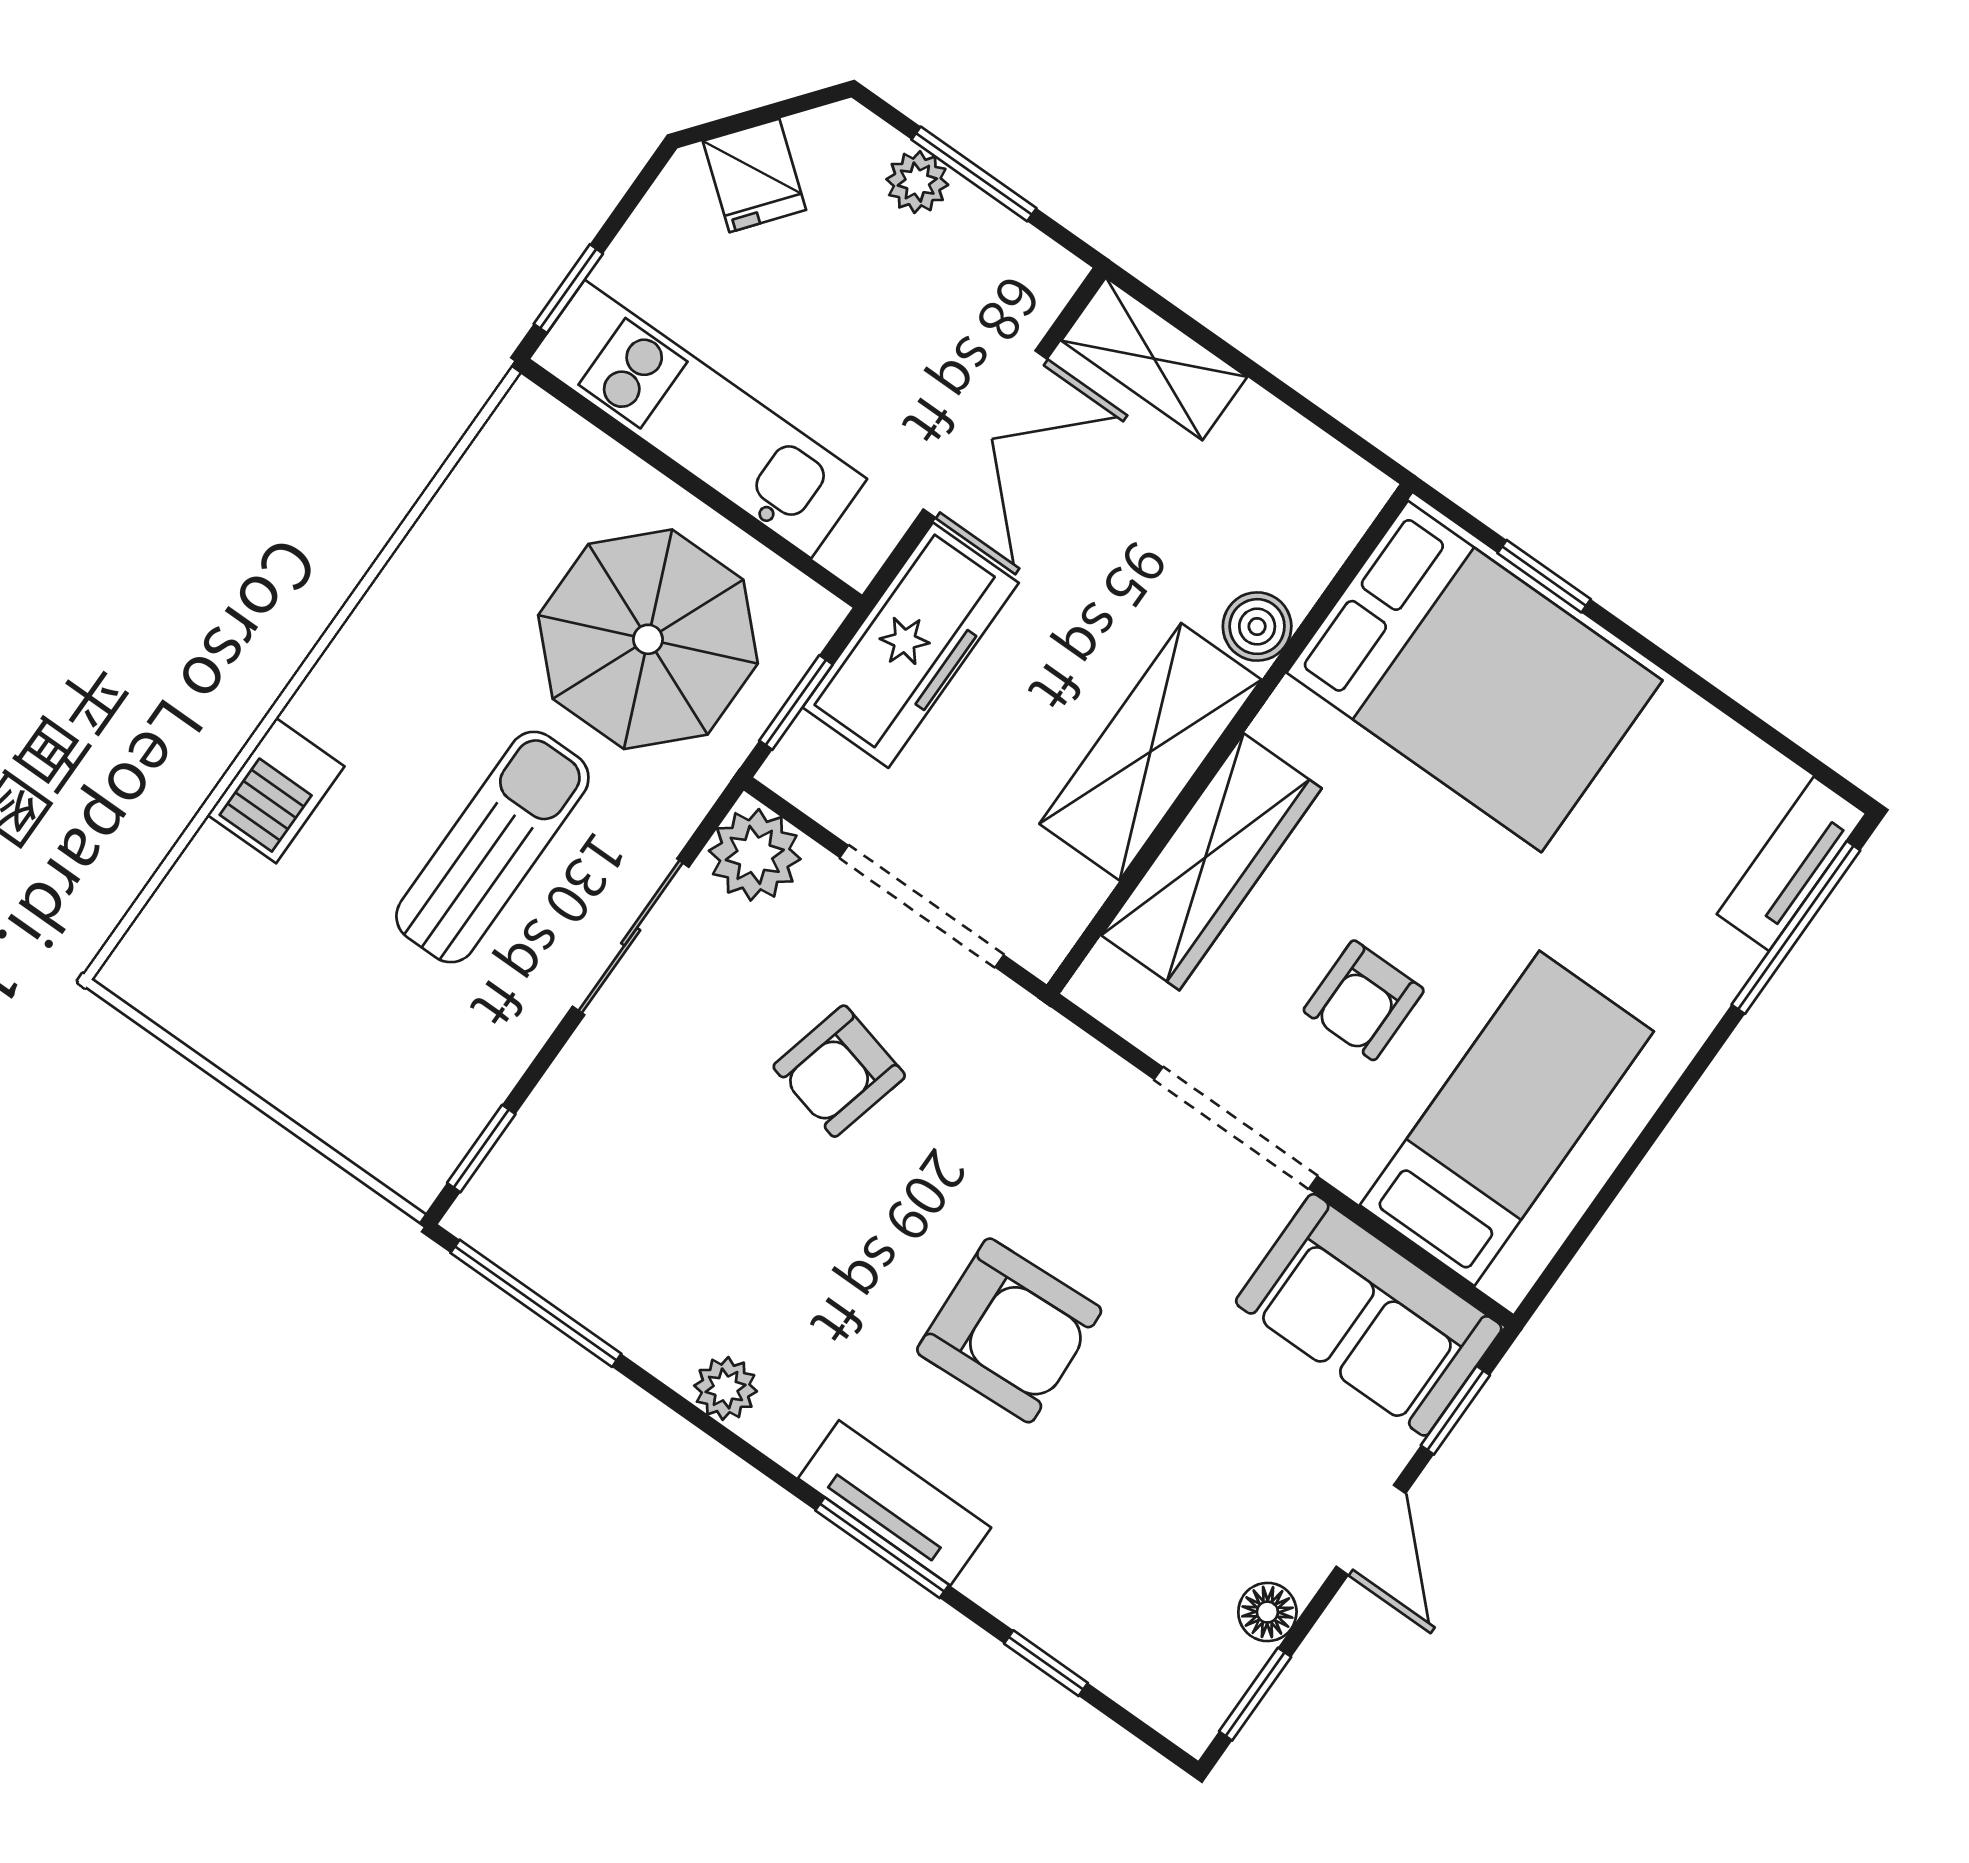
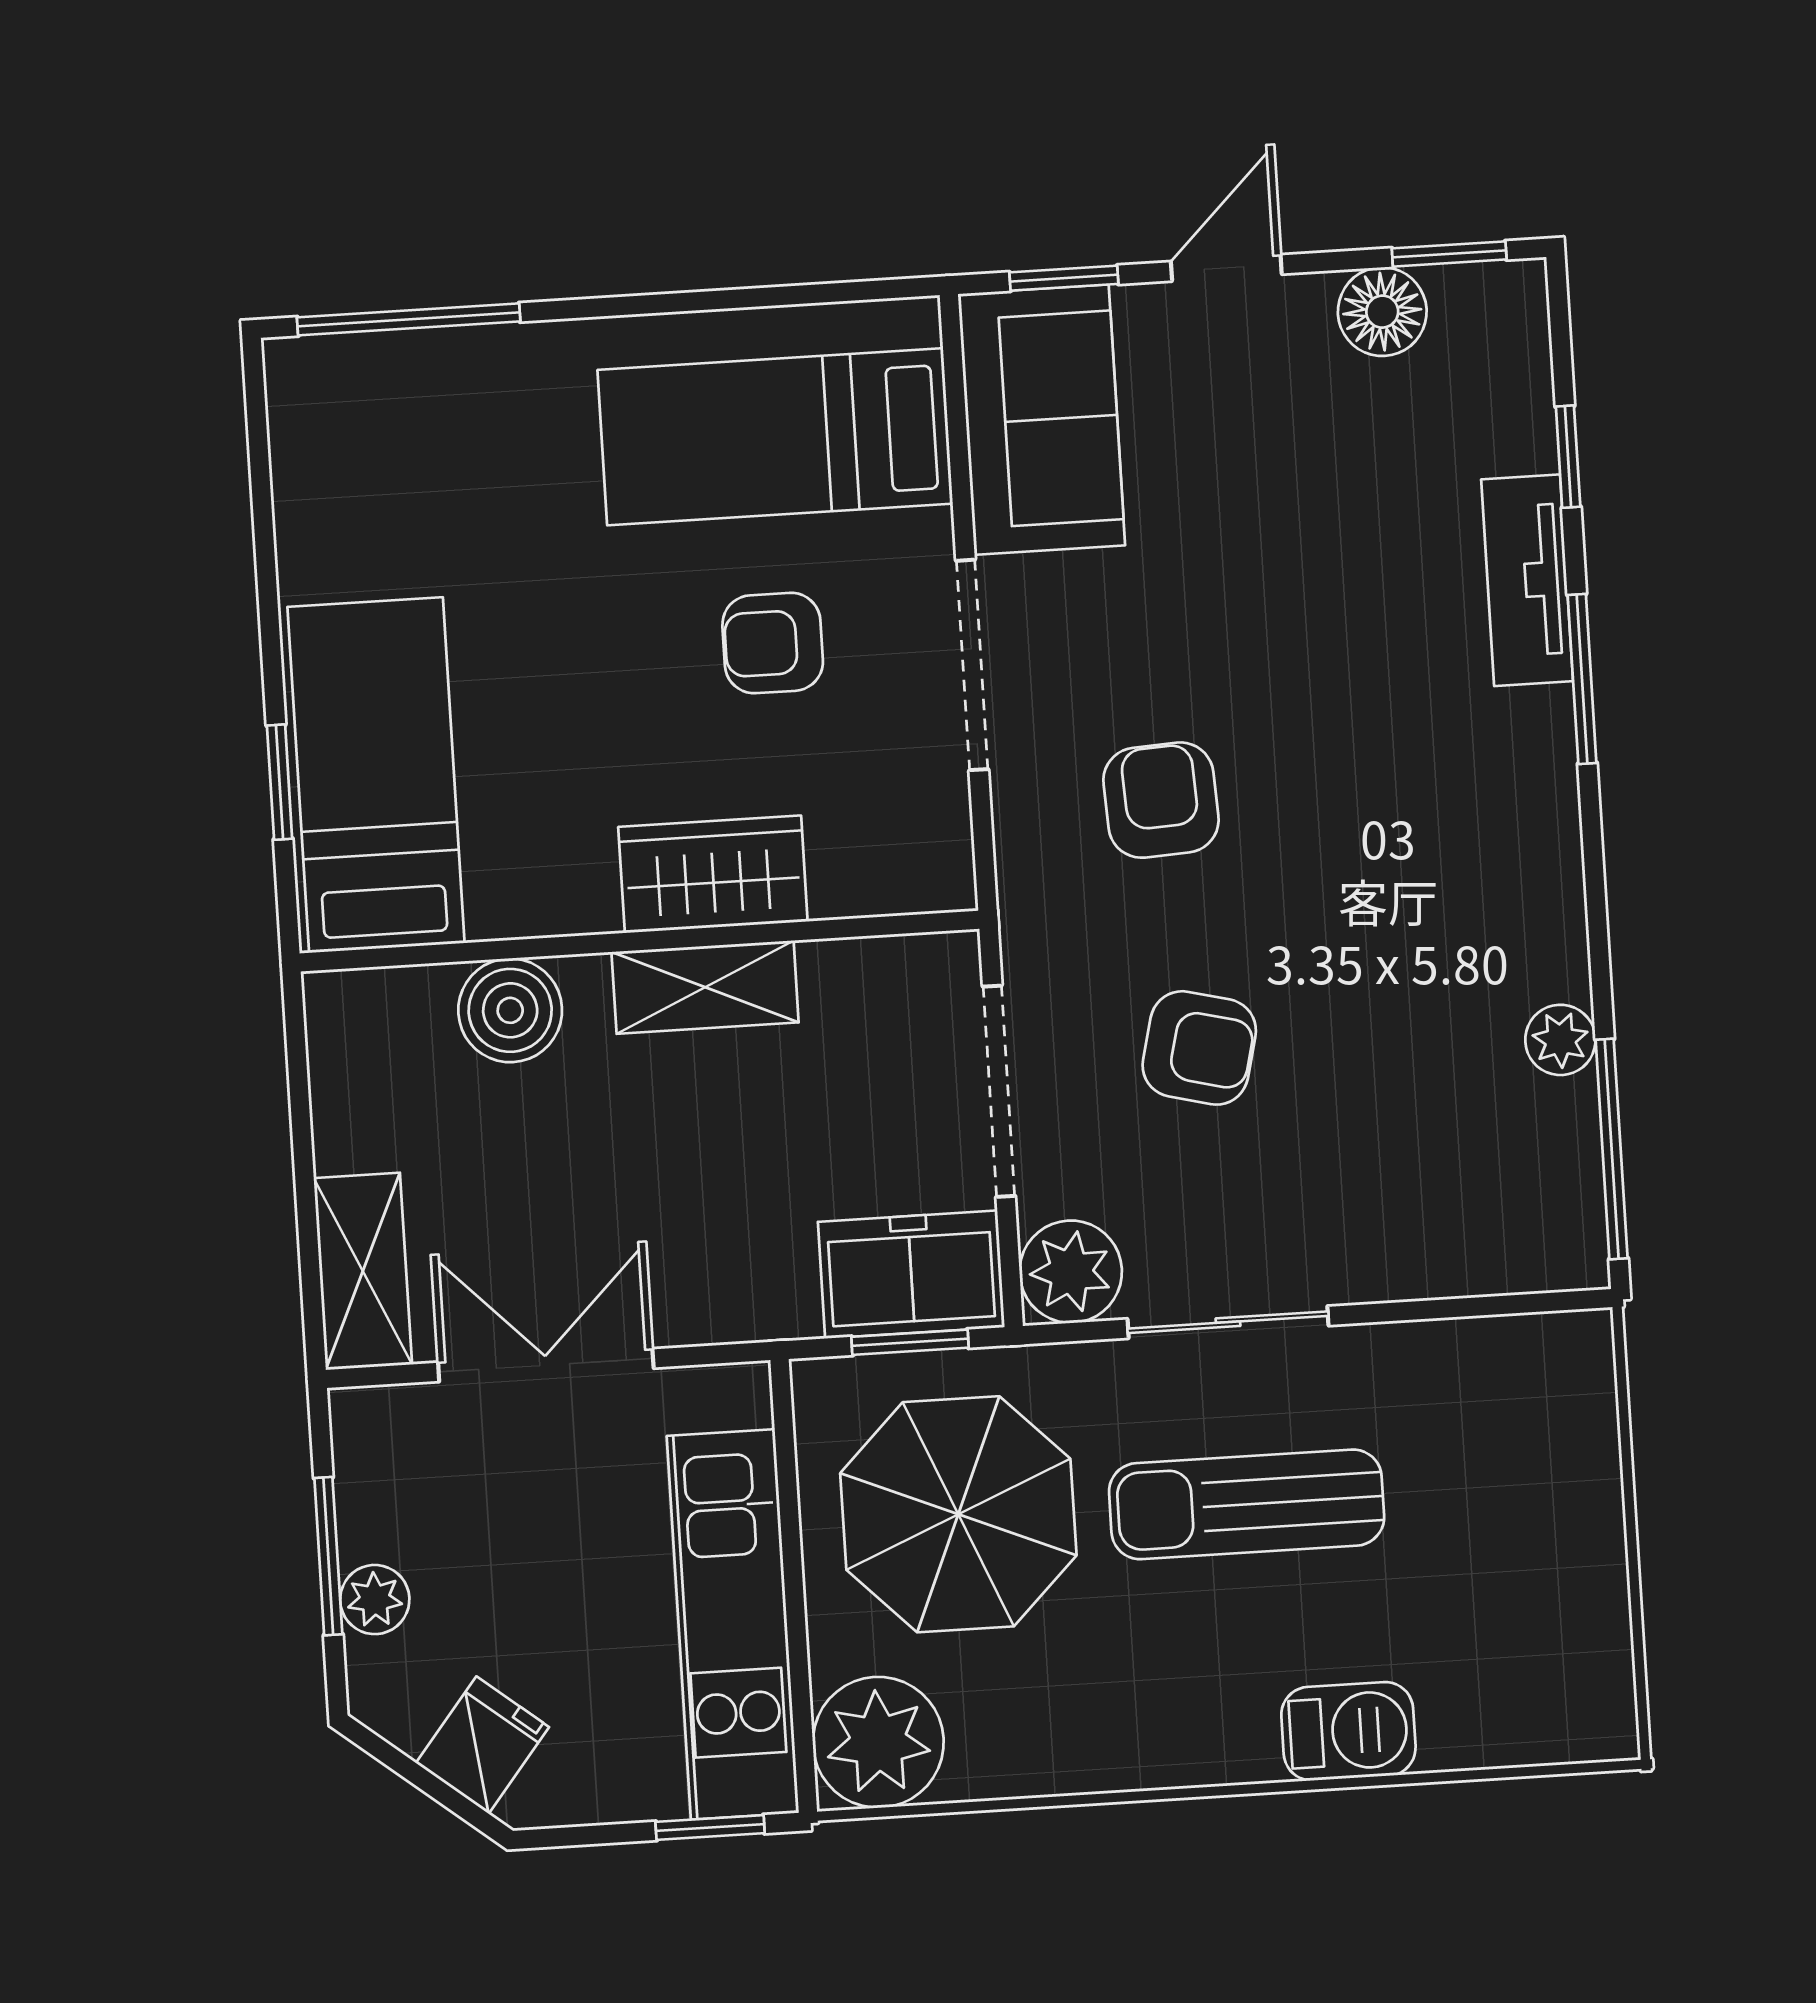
plant: (533, 455) -> (878, 1742), added
boiler: (1257, 627) -> (510, 1010), width x1.36, depth x1.36
freezer: (911, 645) -> (911, 1274), moved, width x0.71
bed: (1475, 676) -> (376, 775), width x0.67
shelving: (1150, 752) -> (705, 987), width x0.67, depth x0.75
wardrobe: (1211, 862) -> (713, 874), width x0.67
tv unit: (1791, 864) -> (356, 368), removed
armchair: (1364, 1000) -> (773, 643), turned 180
window: (481, 1149) -> (1516, 1304), removed
armchair: (1009, 1330) -> (1161, 800), moved, width x0.72, depth x0.72
plant: (726, 1388) -> (1560, 1040), moved
tv unit: (895, 1503) -> (1527, 580), moved
floor lamp: (1267, 1612) -> (1382, 312), width x1.37, depth x1.37

